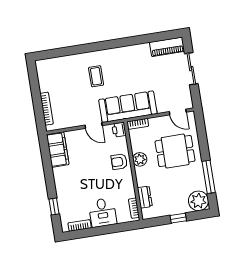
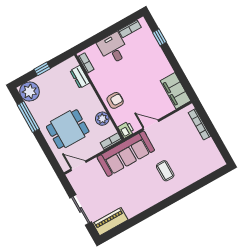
plant: (140, 159) -> (102, 119), moved

